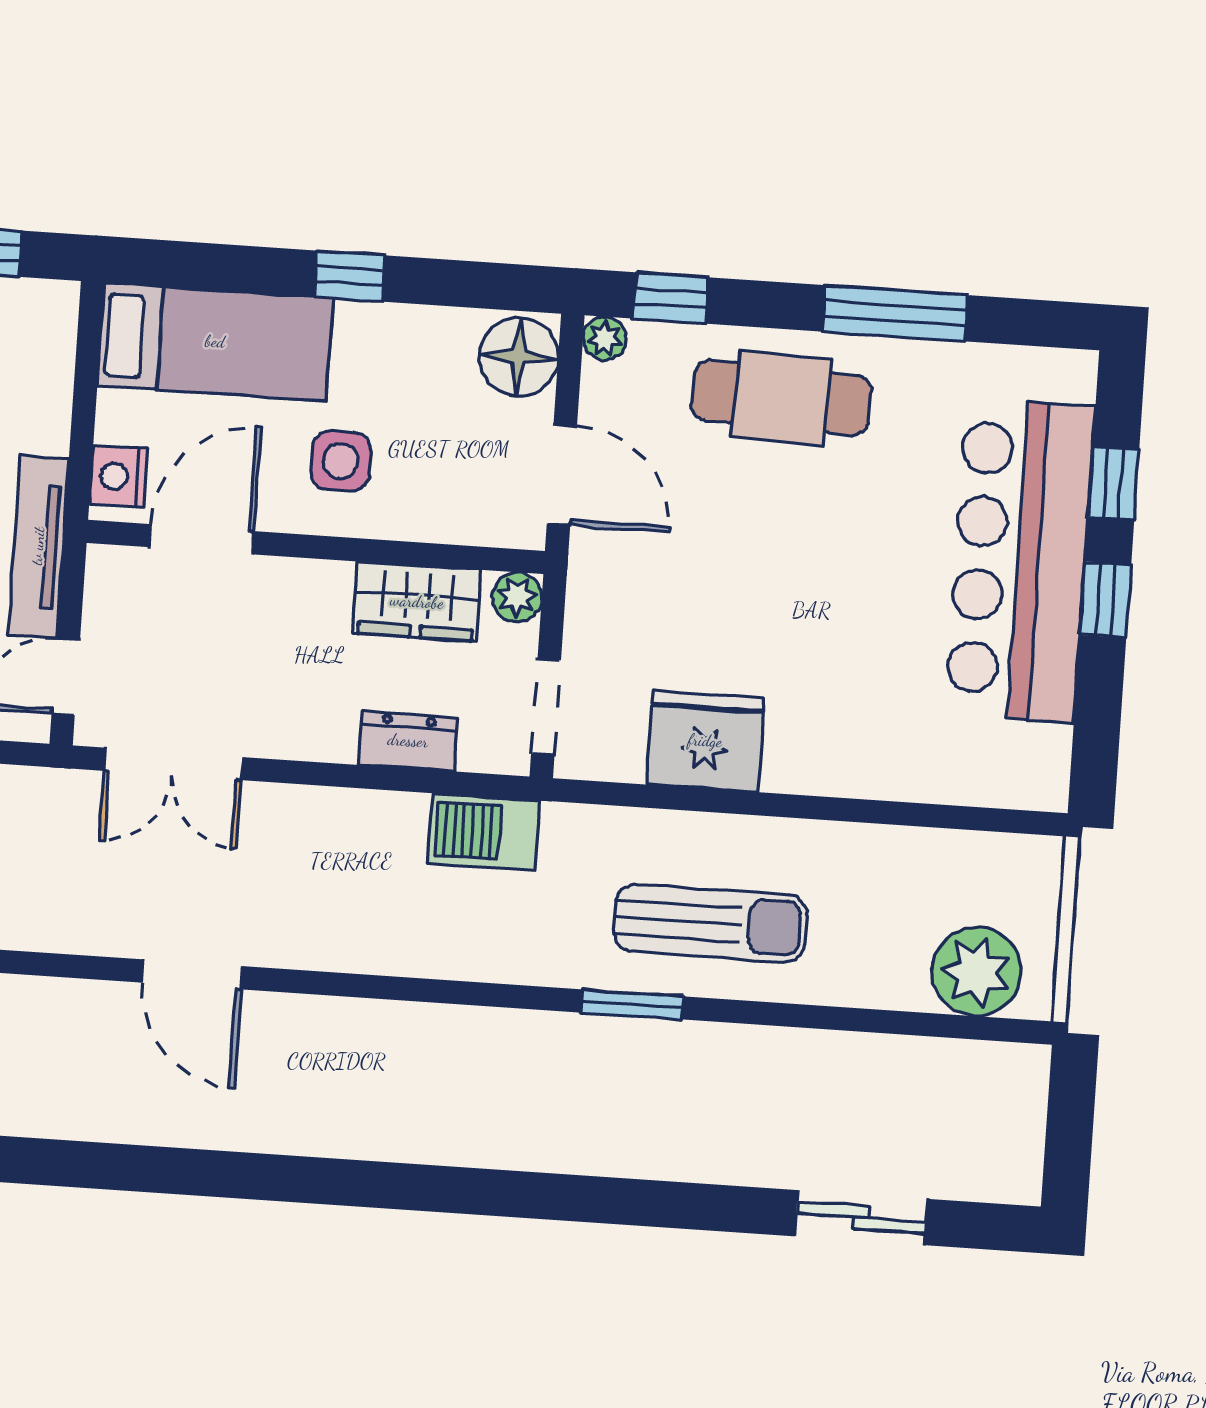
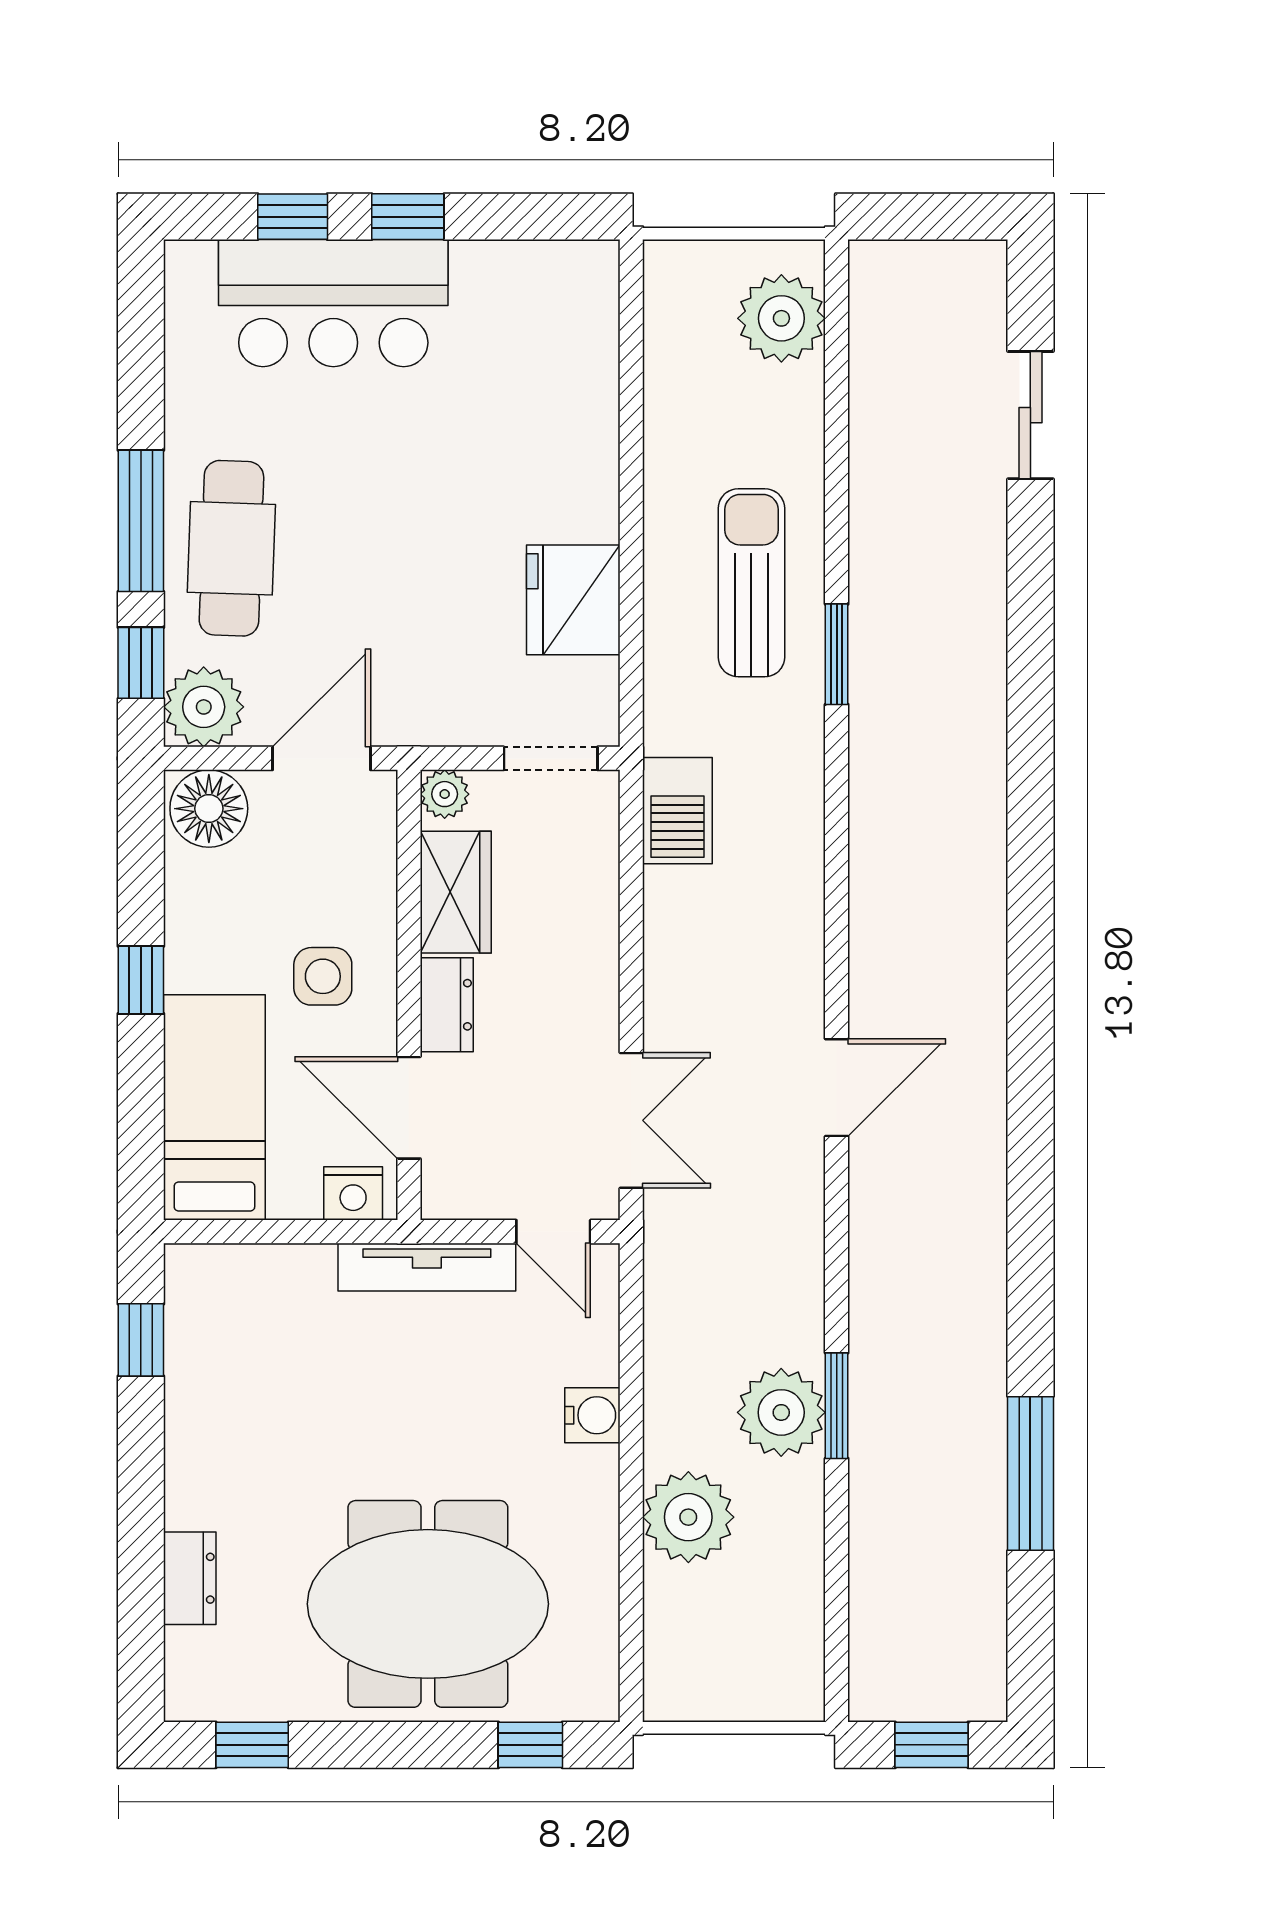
window: (895, 313) -> (141, 521), moved
plant: (605, 338) -> (204, 707), width x1.88, depth x1.88
bar counter: (1020, 560) -> (333, 303), width x0.73
dresser: (408, 741) -> (447, 1005), moved, turned 180

